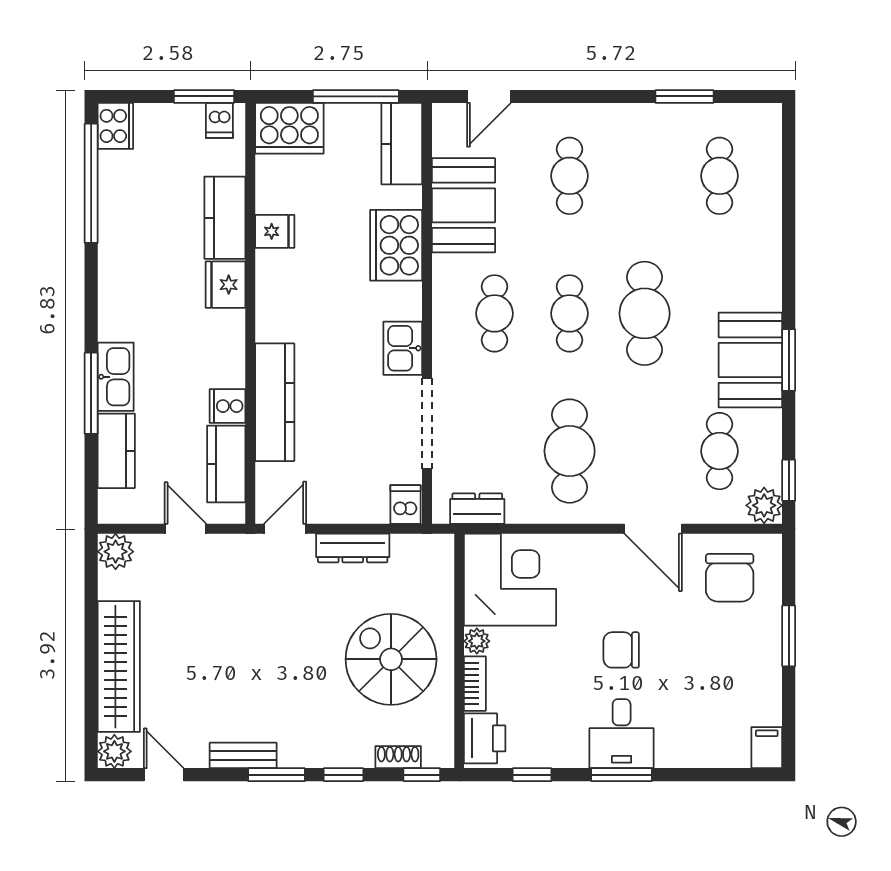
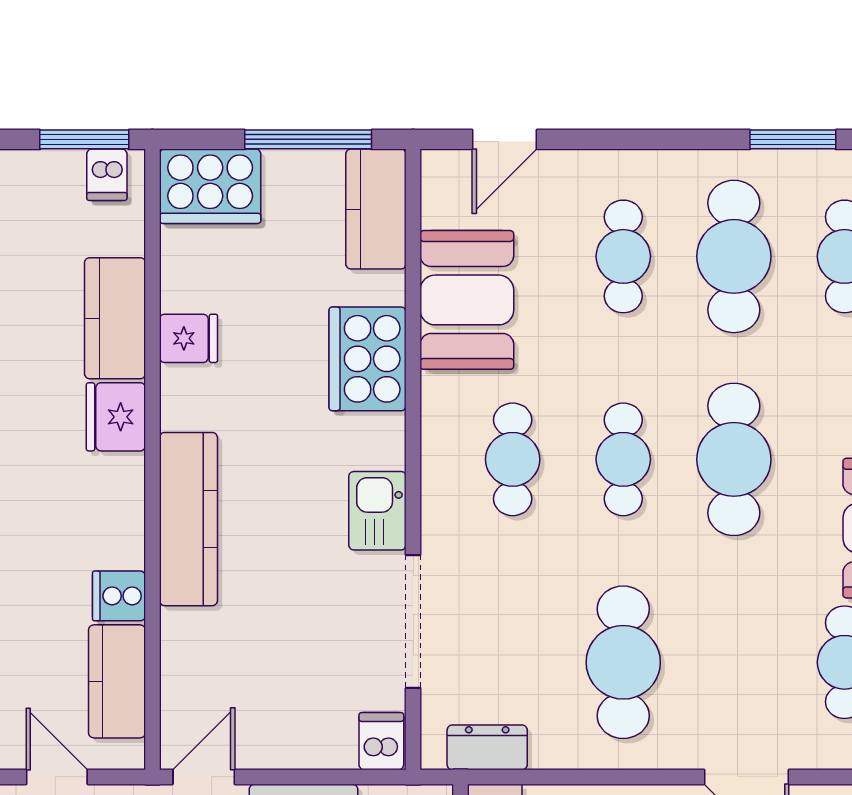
cafe table: (645, 176) -> (734, 256), added
kitchen counter: (275, 402) -> (188, 519), moved

